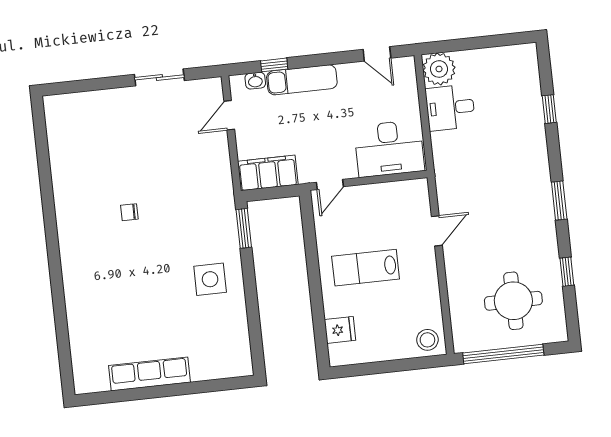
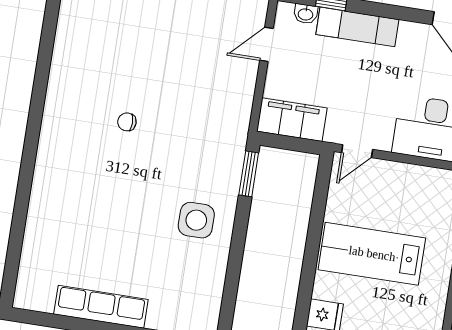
lab bench: (366, 268) -> (372, 254), width x1.36, depth x1.39

